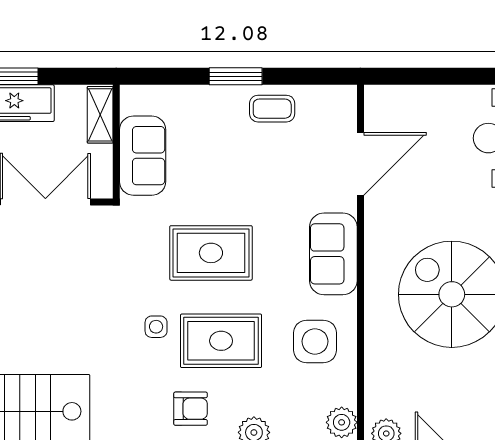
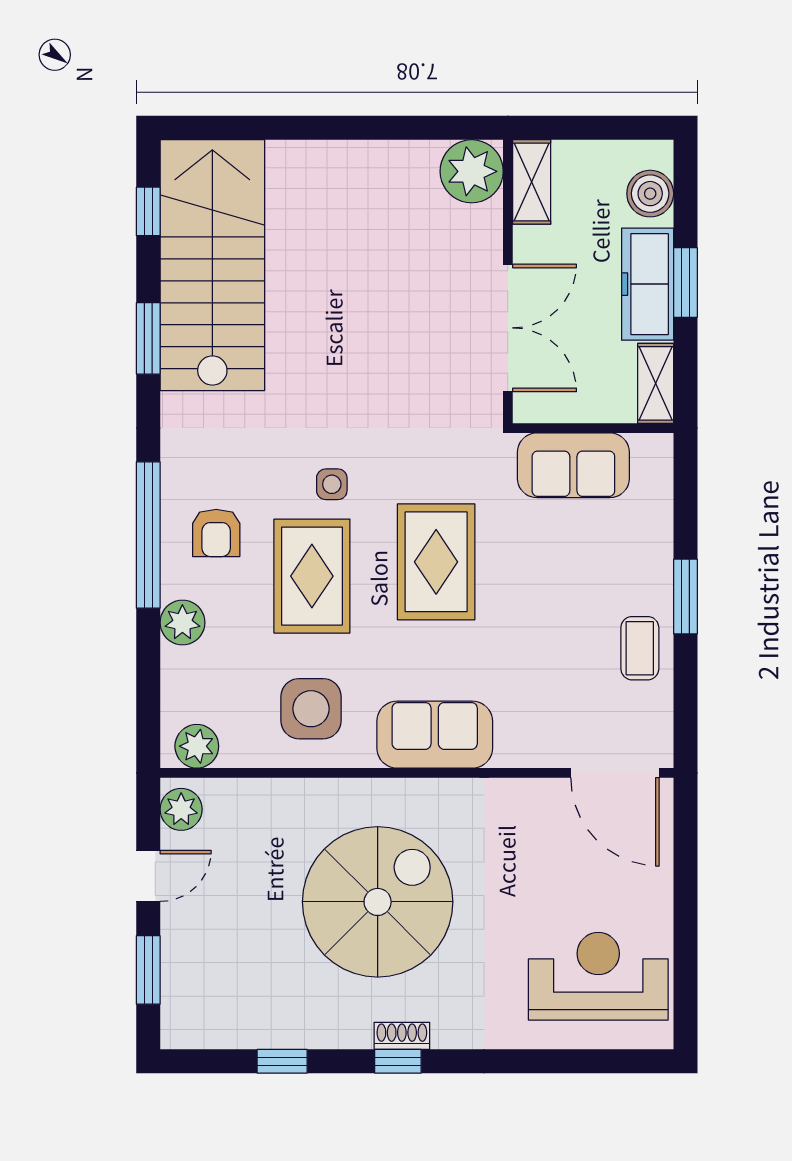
shelving: (100, 115) -> (656, 383), moved, turned 90
door: (360, 164) -> (615, 773), moved

